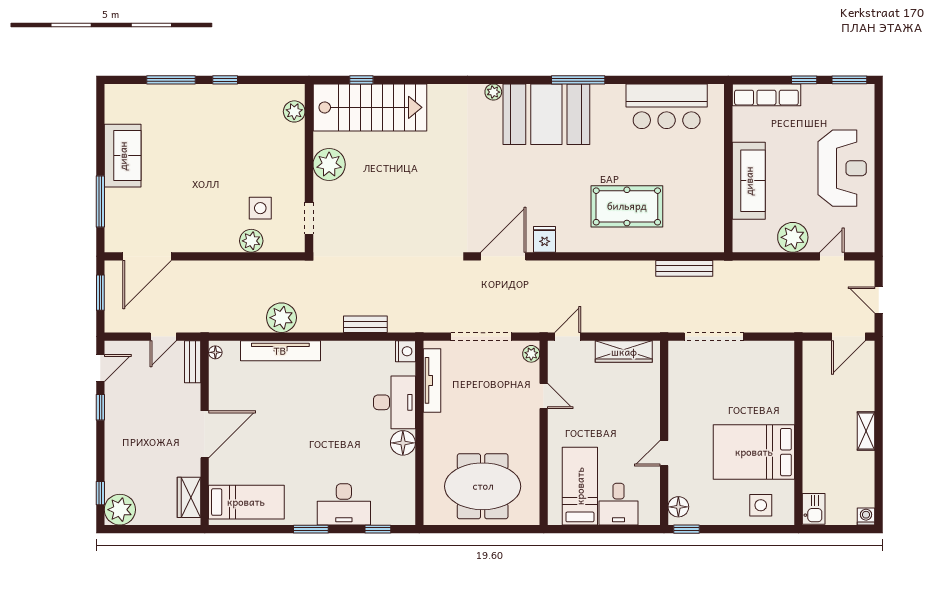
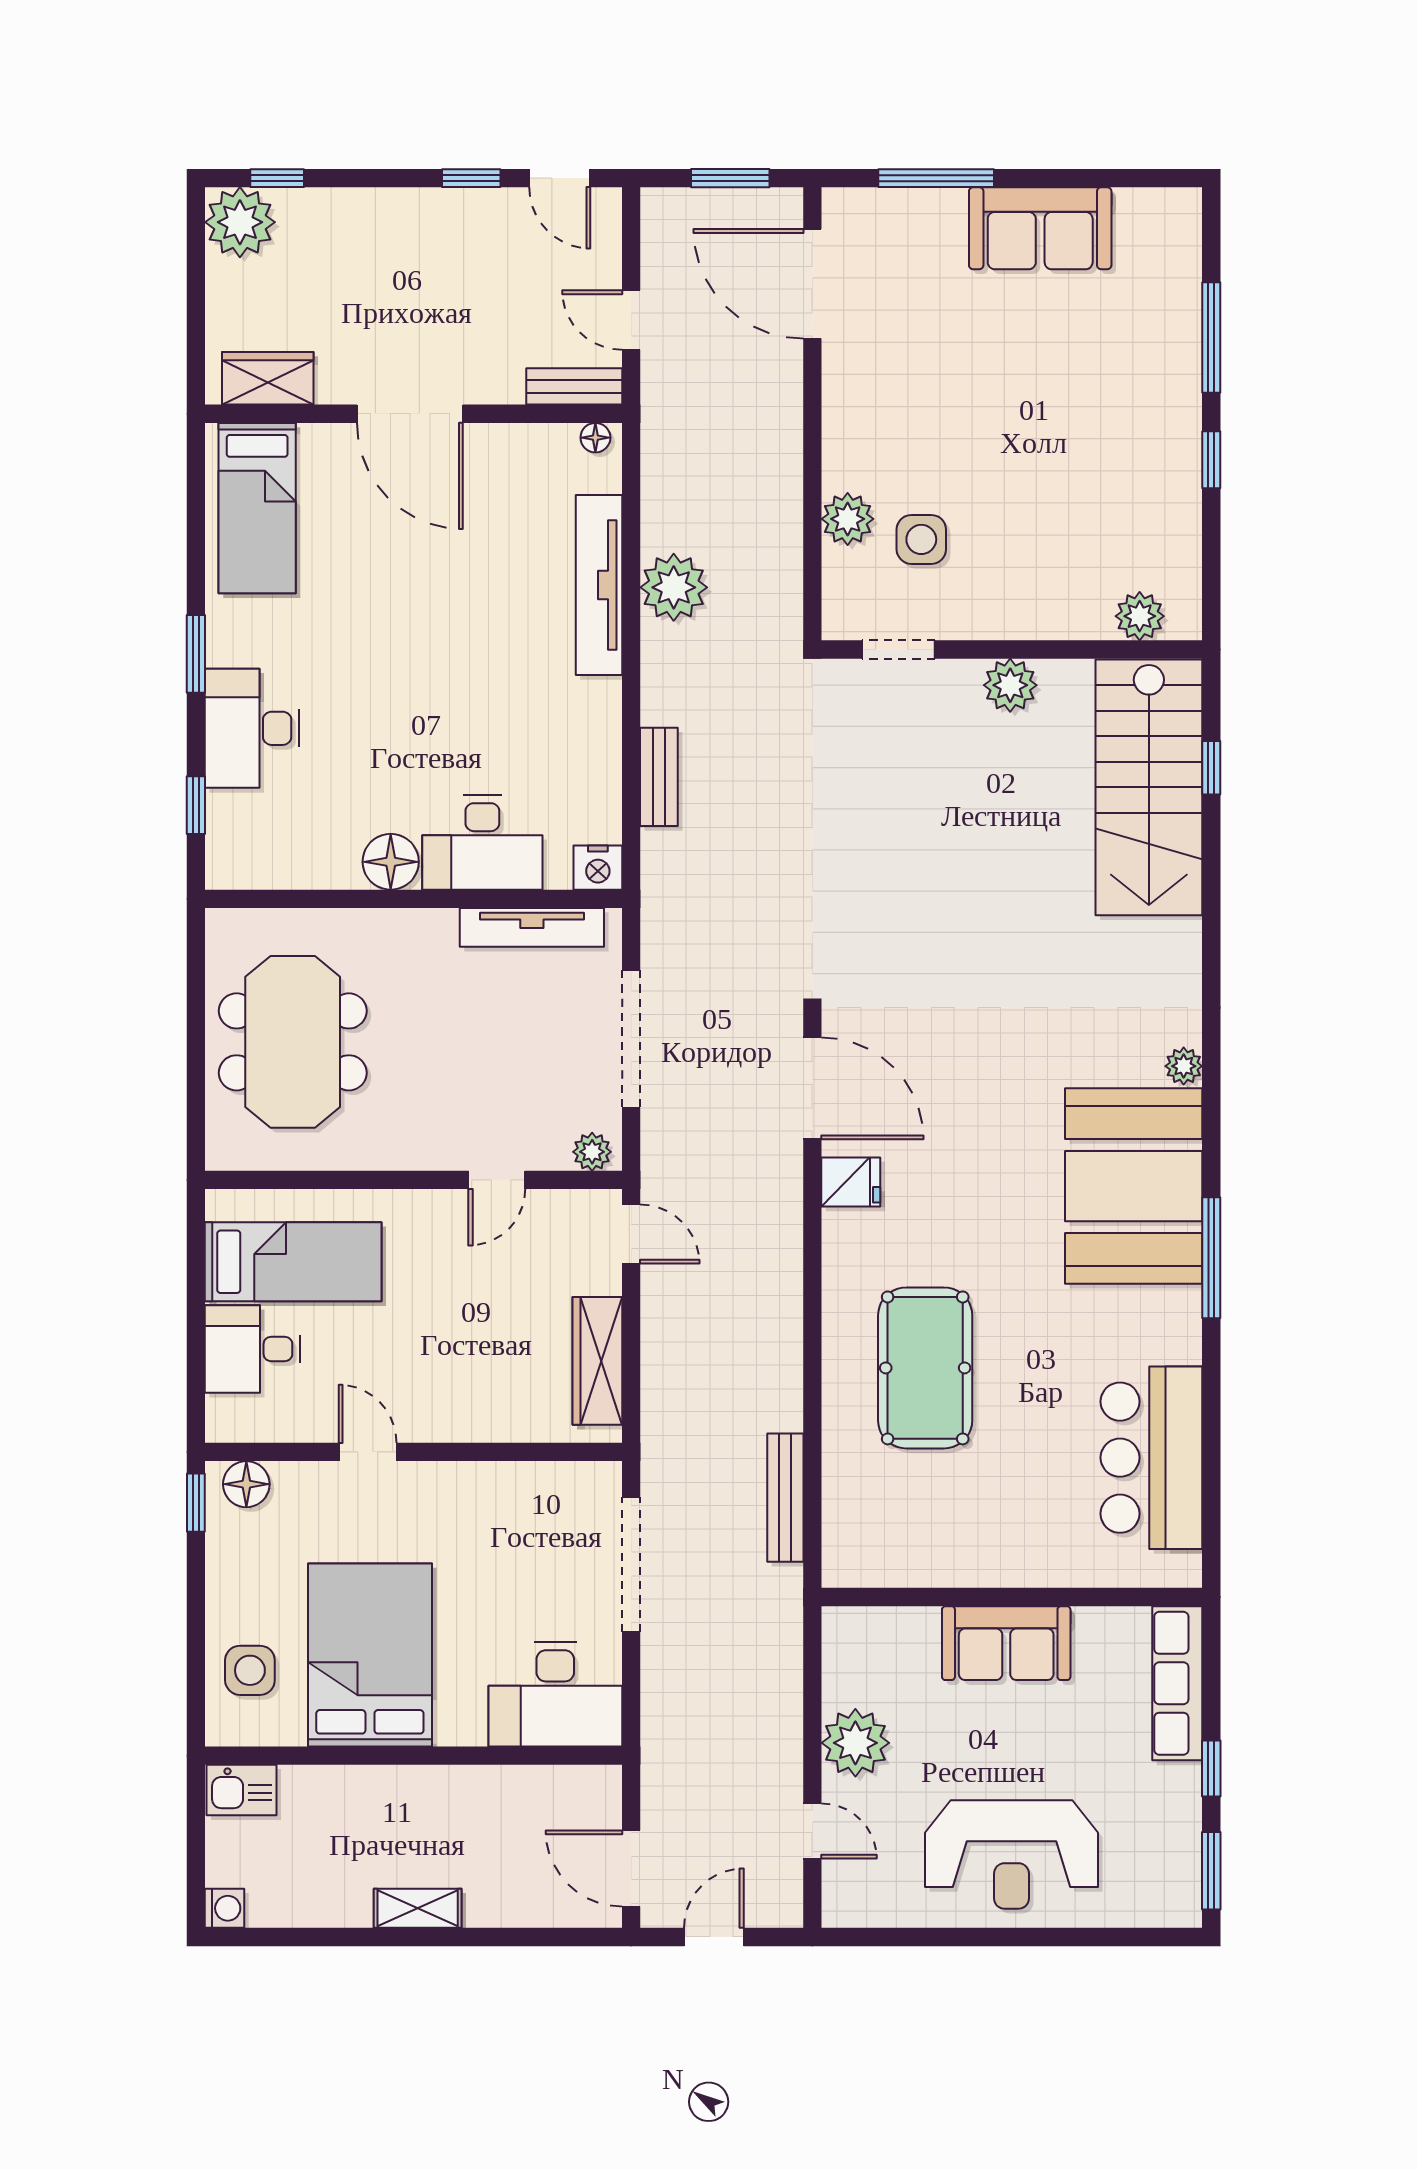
plant: (329, 164) -> (1010, 685), width x0.73, depth x0.73
sofa: (749, 181) -> (1006, 1643), width x0.73
desk: (771, 370) -> (555, 1694), added

